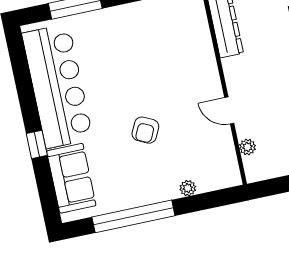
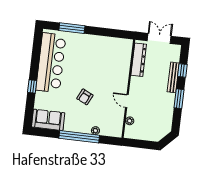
sofa: (71, 178) -> (48, 120), moved, turned -90
window: (133, 216) -> (79, 137), moved

